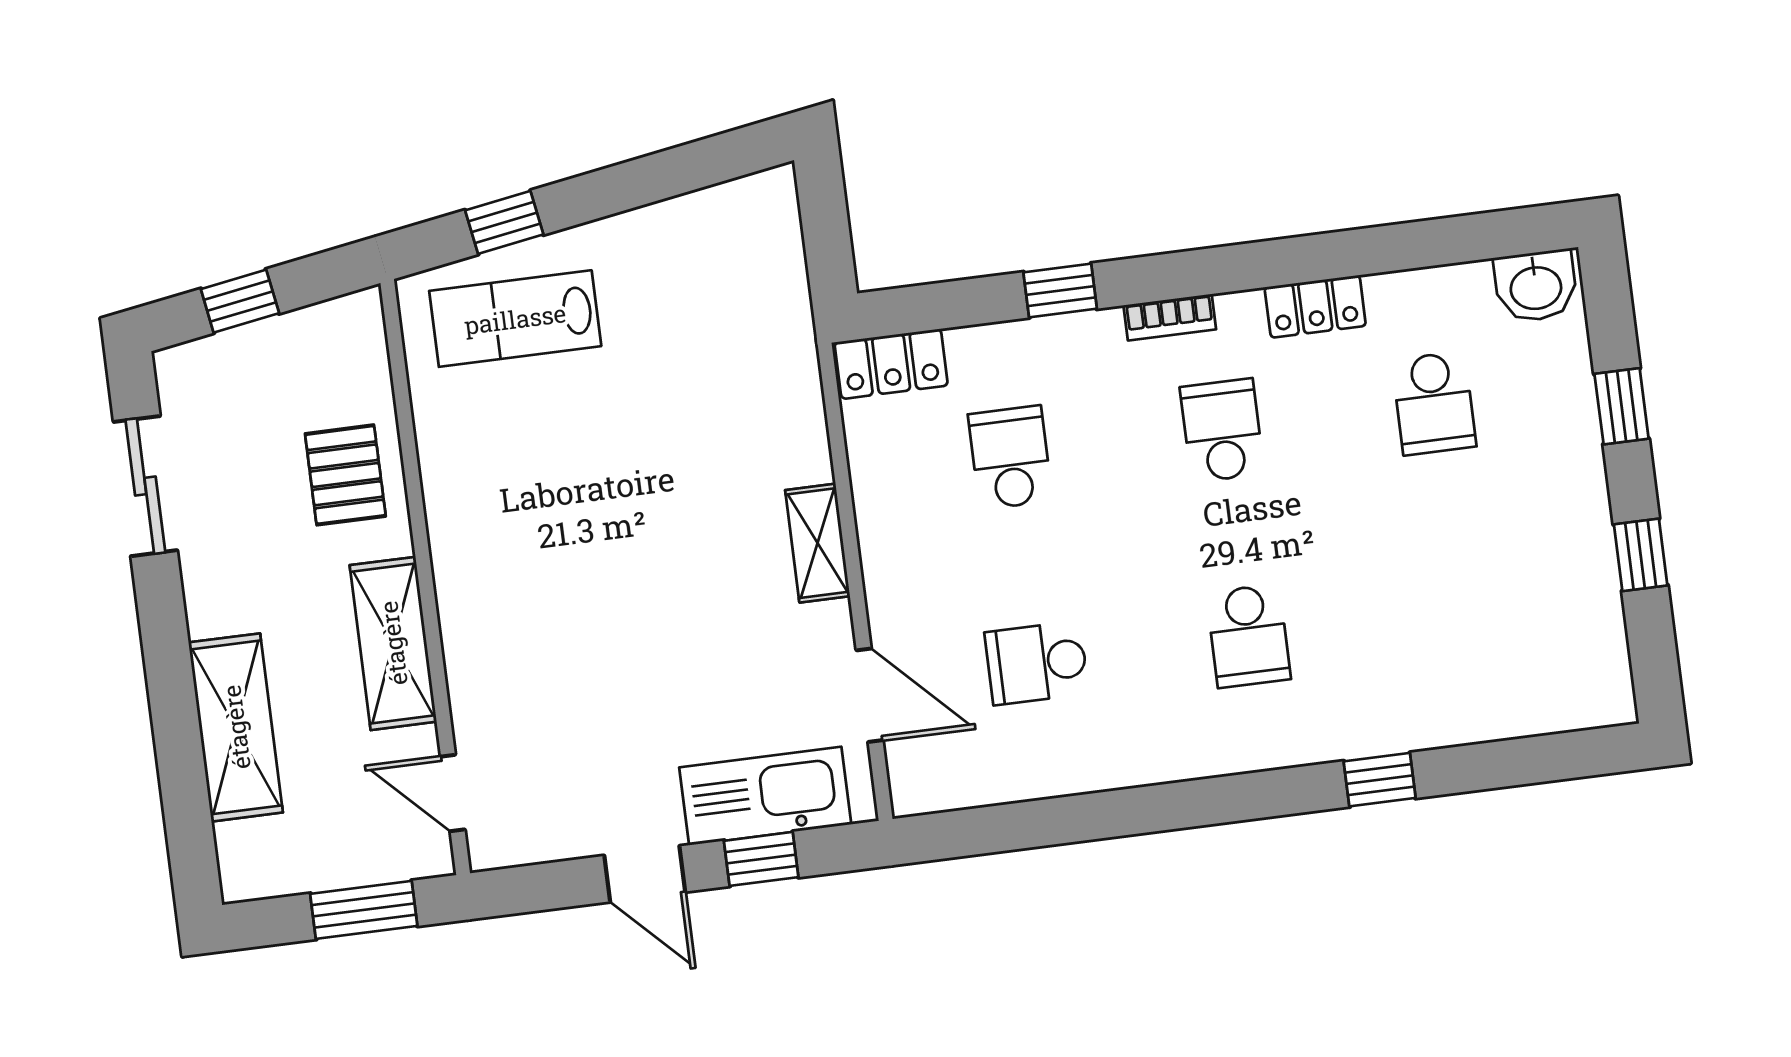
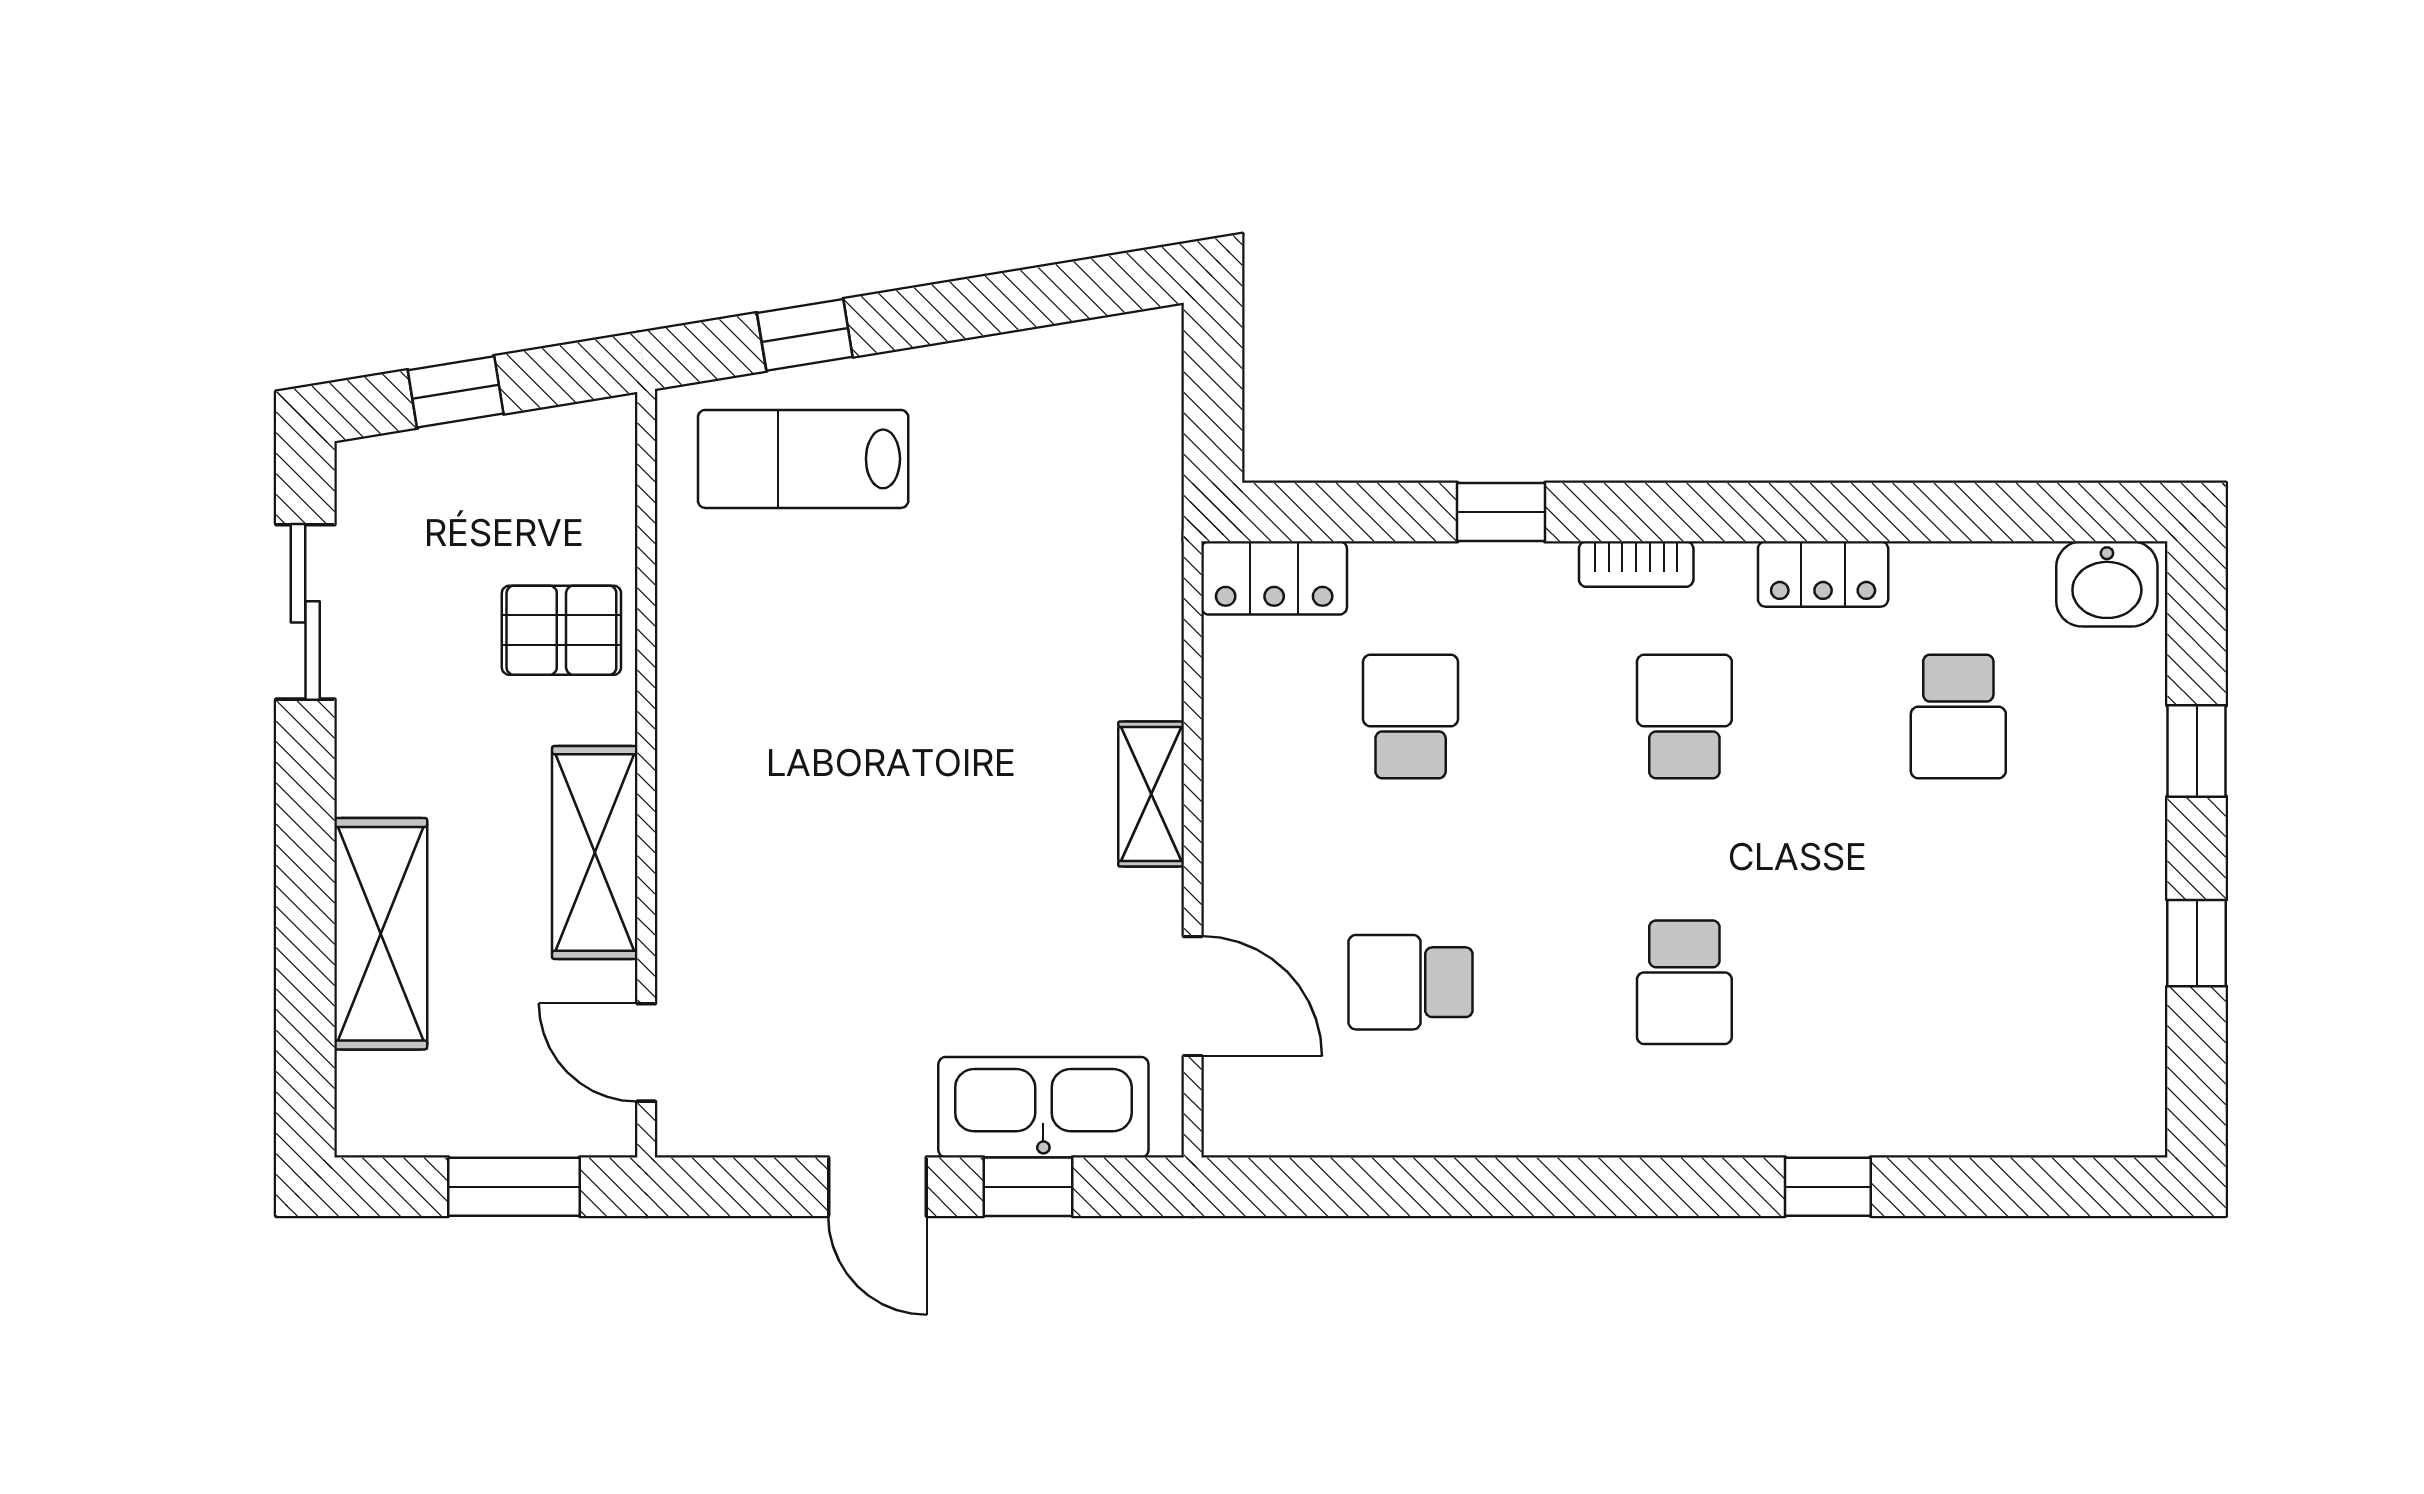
pallet: (345, 475) -> (561, 630), turned 90

